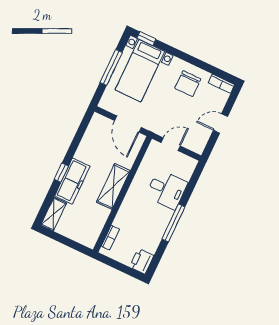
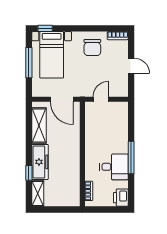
door: (221, 123) -> (131, 66), swing flipped
window: (61, 173) -> (29, 173), moved
shelving: (113, 186) -> (39, 126), moved
desk: (167, 189) -> (114, 167), moved

